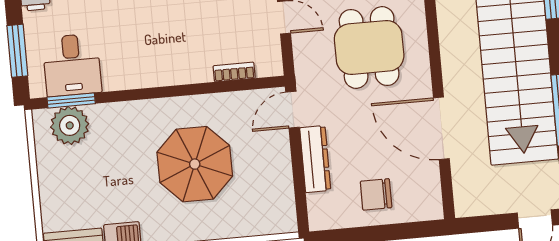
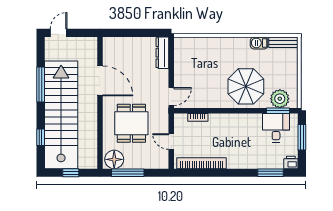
dresser: (315, 159) -> (162, 53), moved
parasol: (195, 164) -> (246, 86), moved
chair: (376, 194) -> (134, 52), removed

